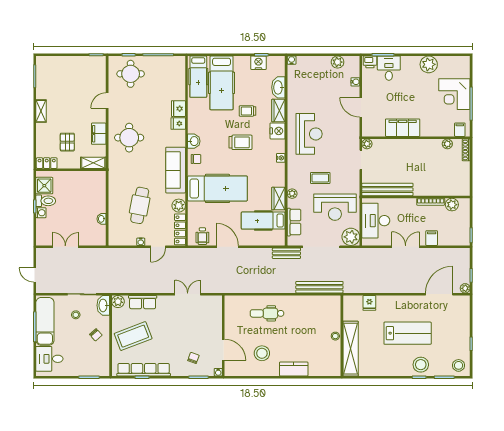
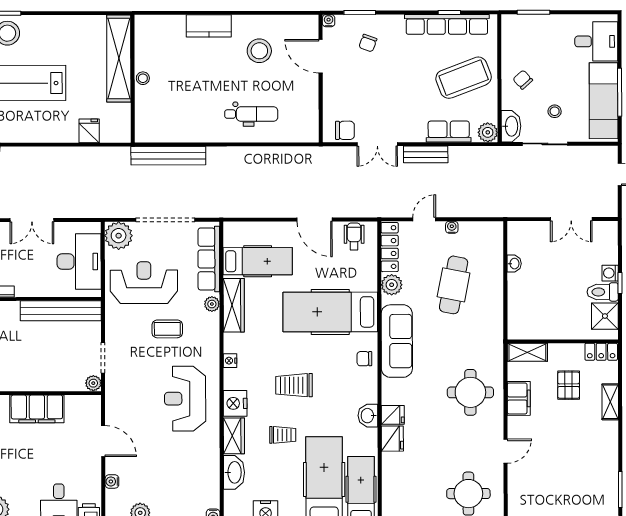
shelving: (41, 111) -> (610, 402), moved
washbasin: (194, 141) -> (368, 416), moved
wardrobe: (278, 198) -> (234, 305), width x1.50
row of seats: (294, 222) -> (209, 259), width x1.48
bench: (286, 253) -> (426, 154), moved
chair: (208, 303) -> (345, 130), added

